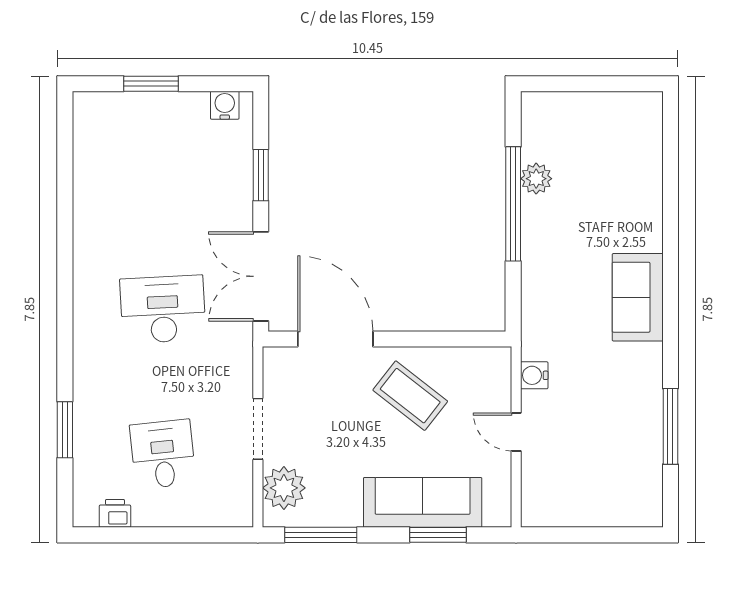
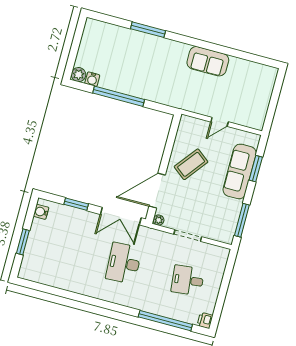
plant: (536, 179) -> (79, 75), moved
sofa: (638, 297) -> (208, 61), moved
water cooler: (534, 375) -> (92, 79), moved
window: (670, 426) -> (148, 30), moved
window: (65, 430) -> (165, 321), width x2.11
plant: (284, 488) -> (159, 220), moved, width x0.53, depth x0.53
printer: (115, 513) -> (205, 320), moved

